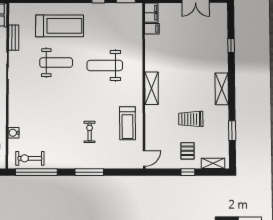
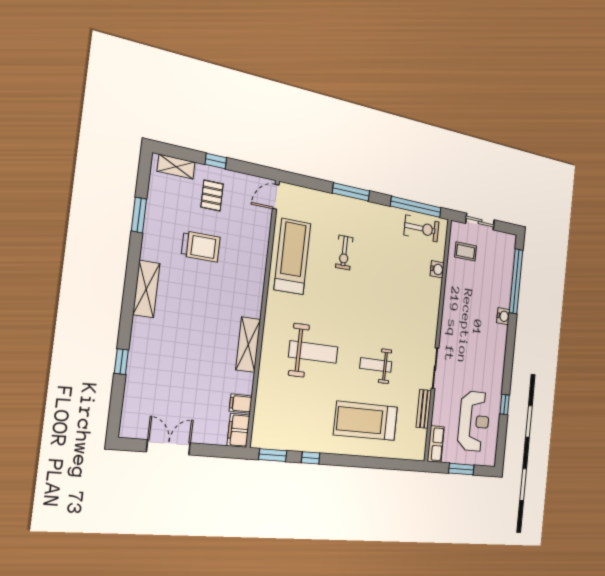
weight bench: (56, 63) -> (376, 365), width x0.73, depth x0.75
shelving: (152, 88) -> (248, 345), moved
treadmill: (127, 123) -> (292, 256), width x1.37, depth x1.38

